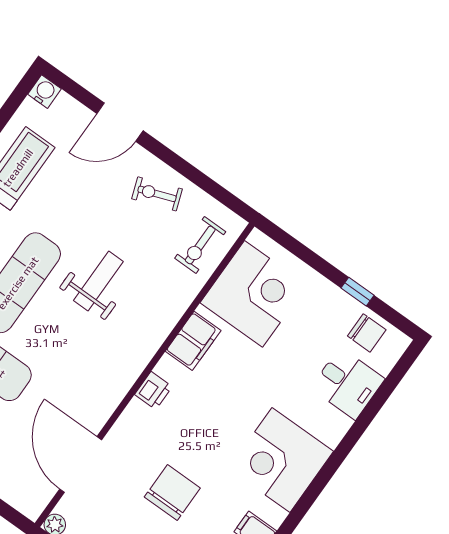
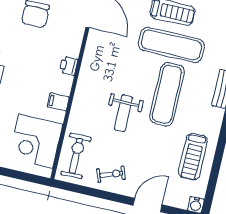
exercise bike: (200, 245) -> (76, 156), width x1.38, depth x1.39
filing cabinet: (193, 341) -> (58, 102), width x0.50

